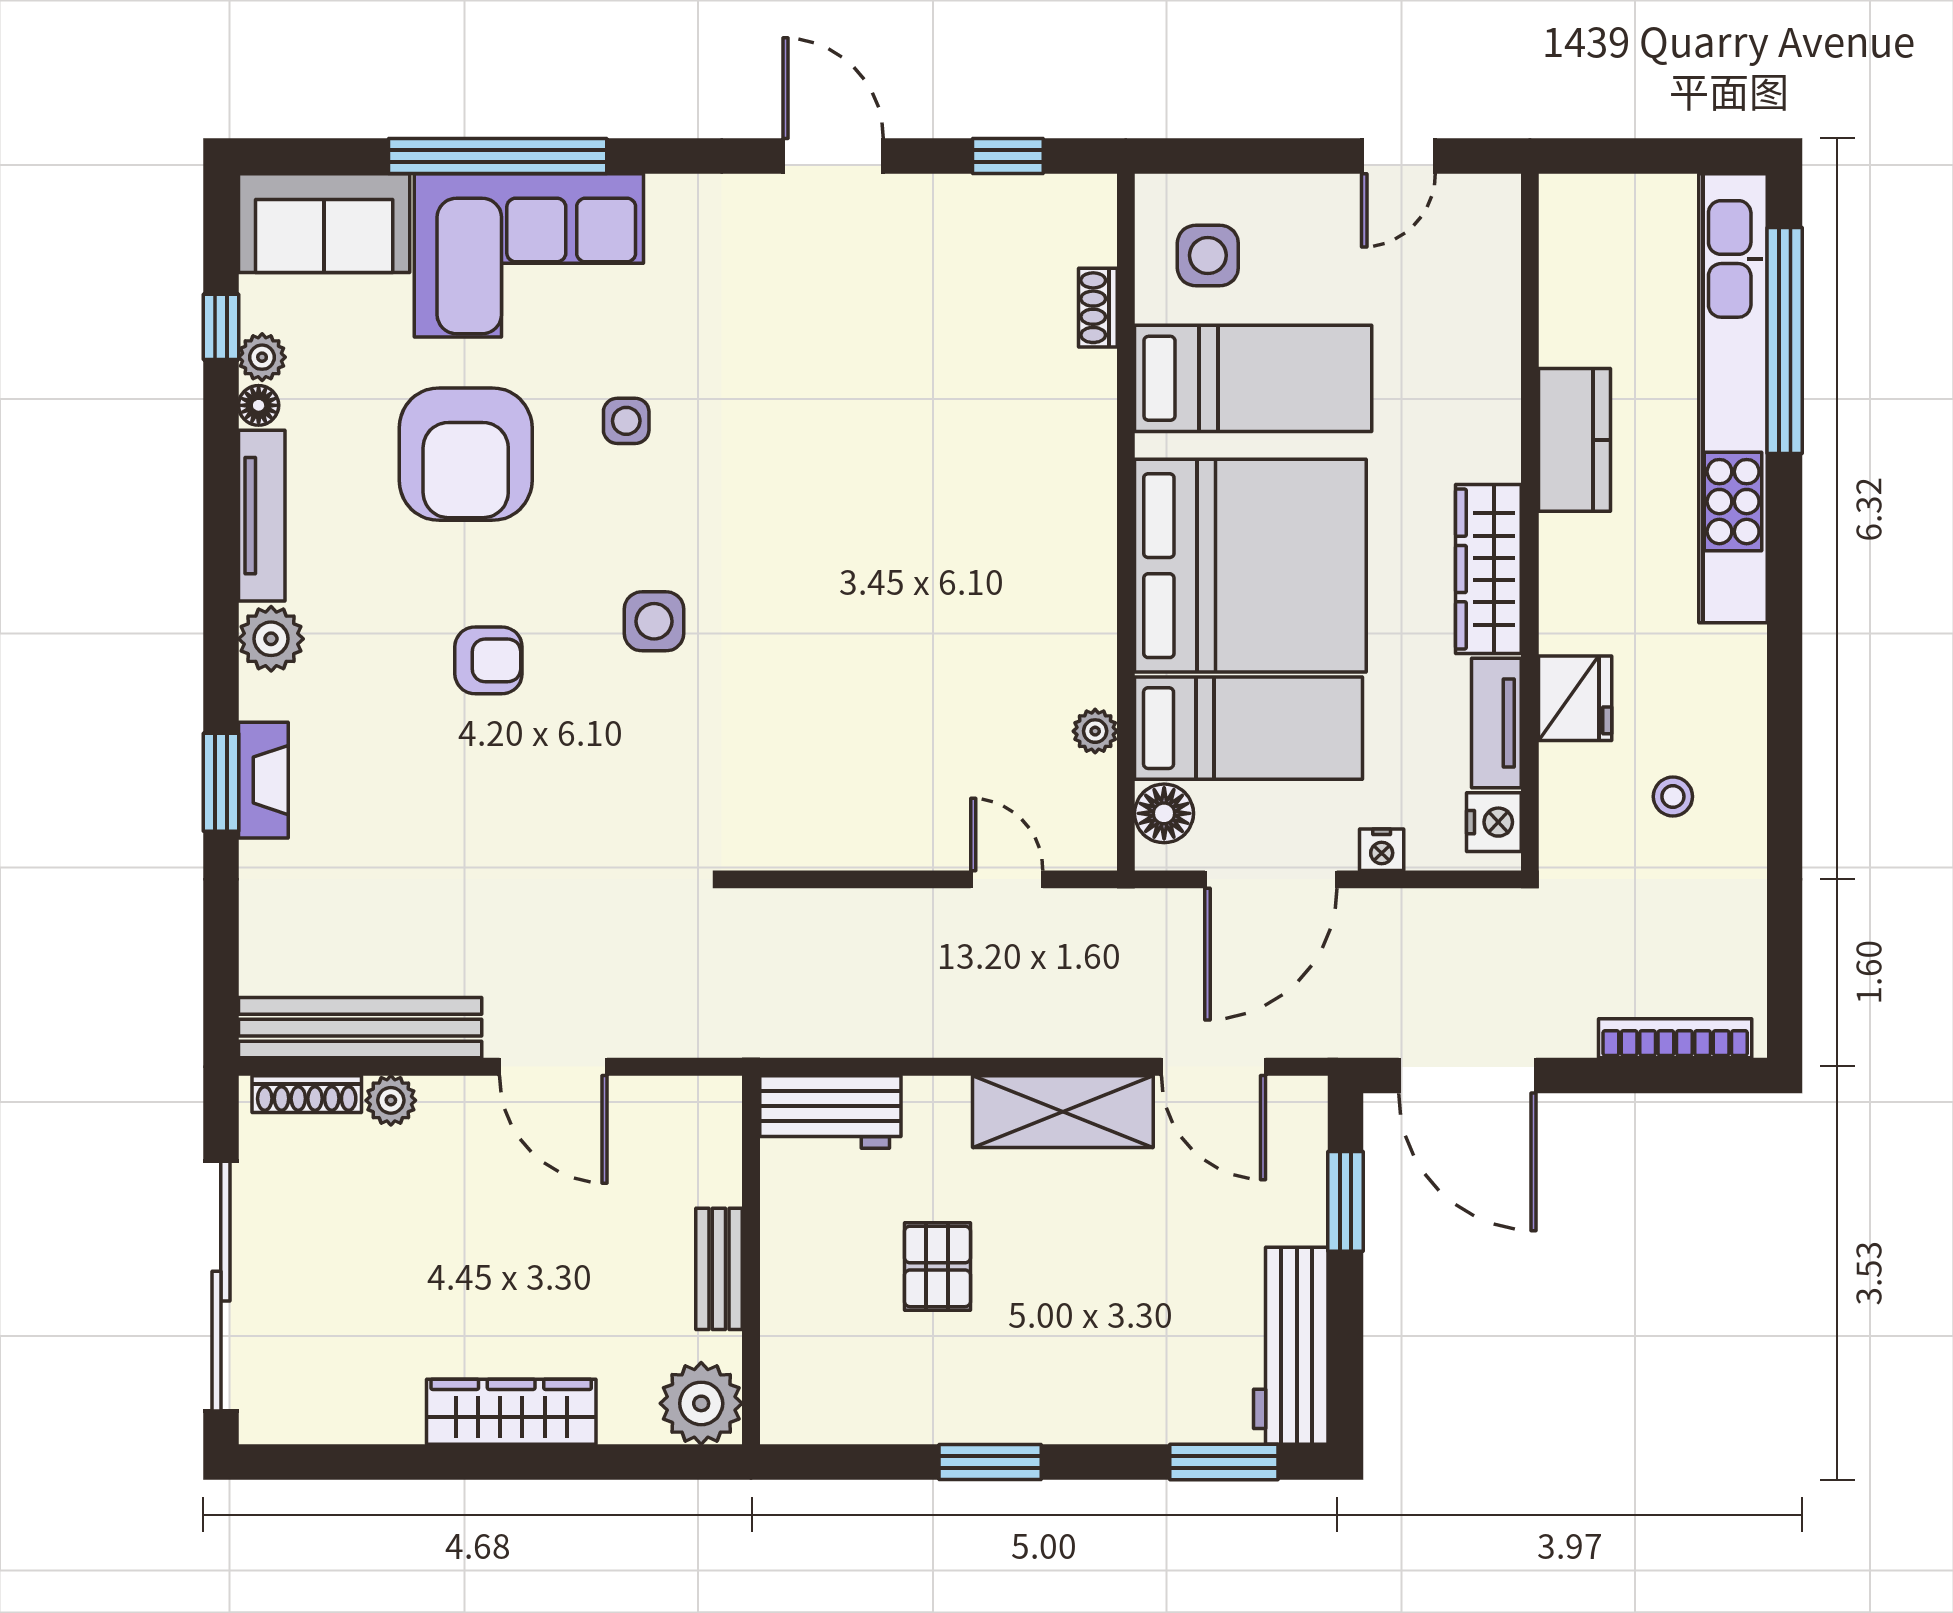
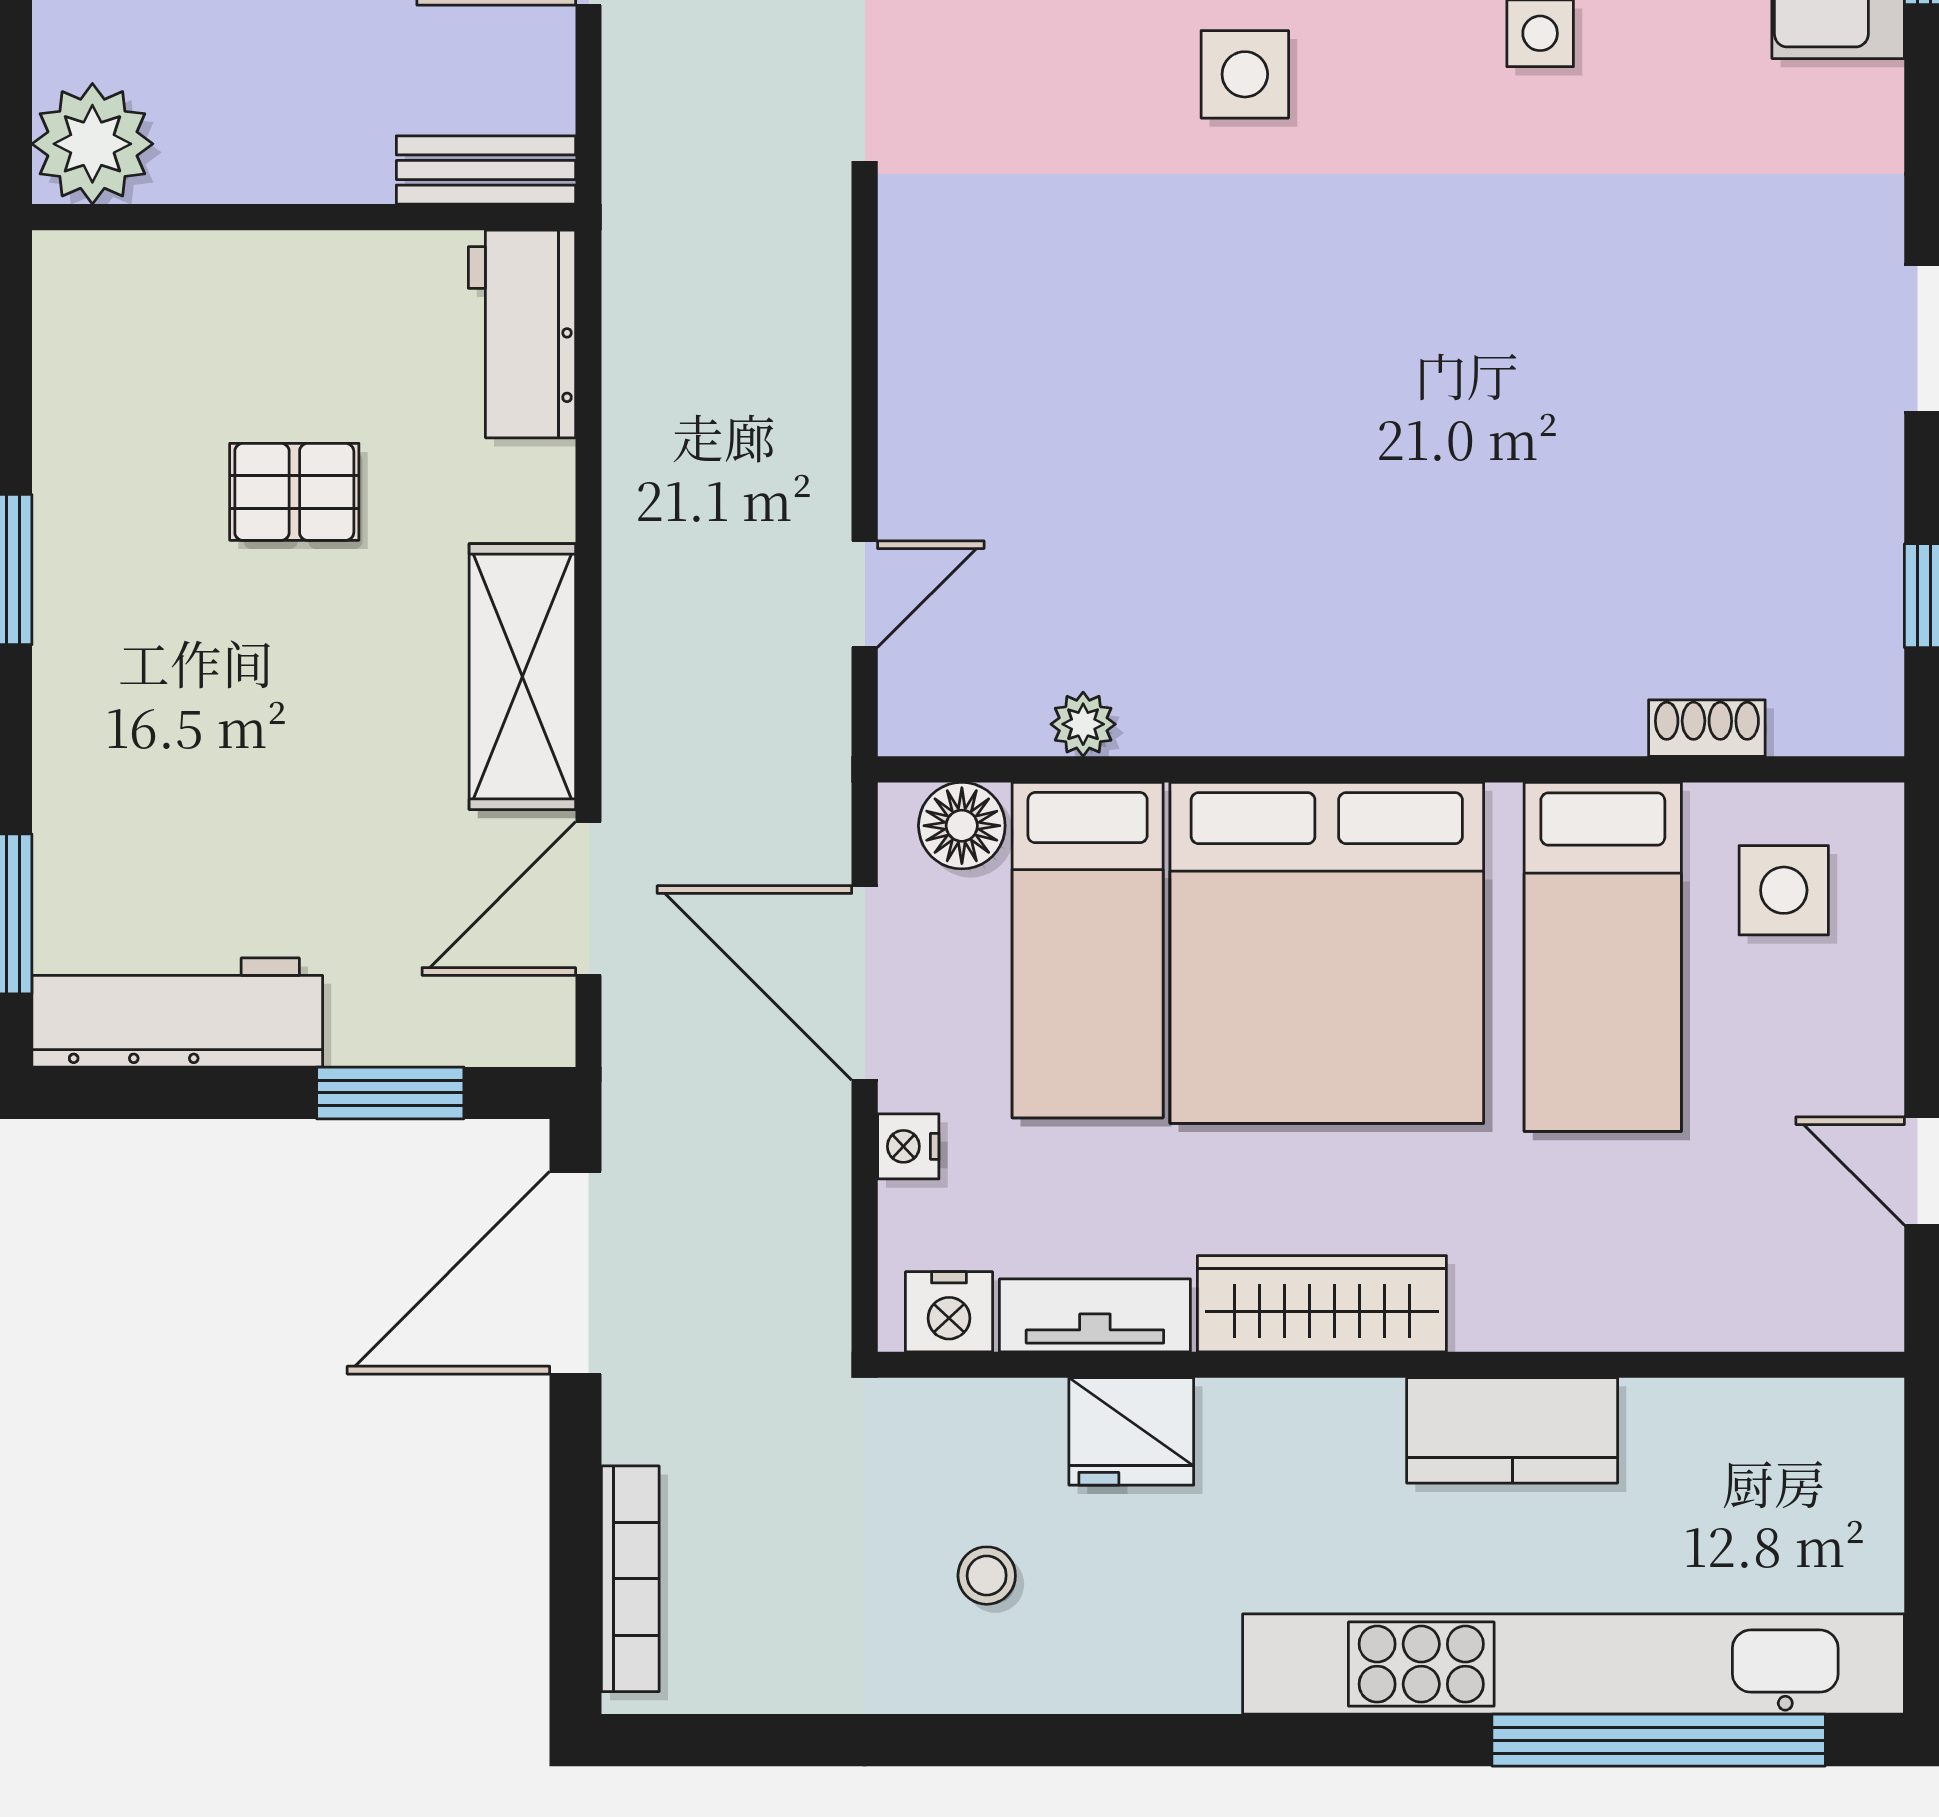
bench: (719, 1269) -> (486, 170), moved

